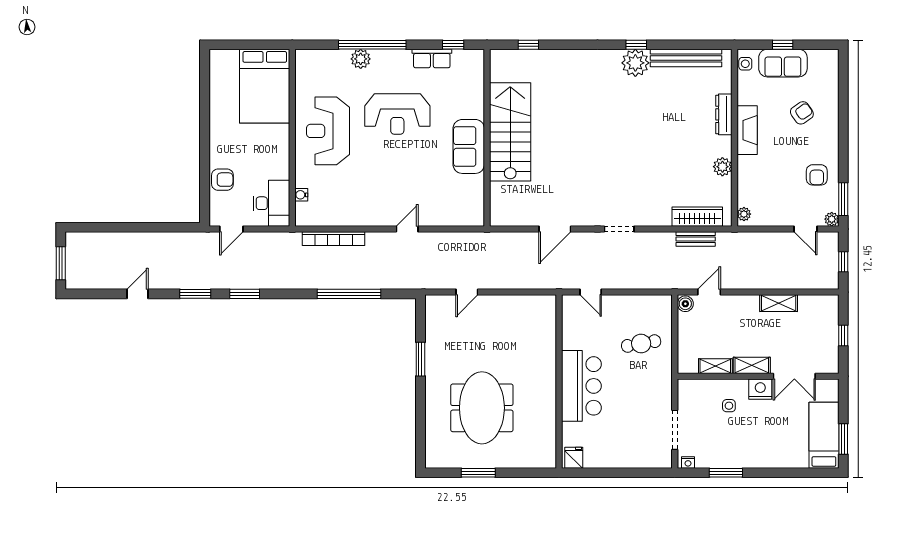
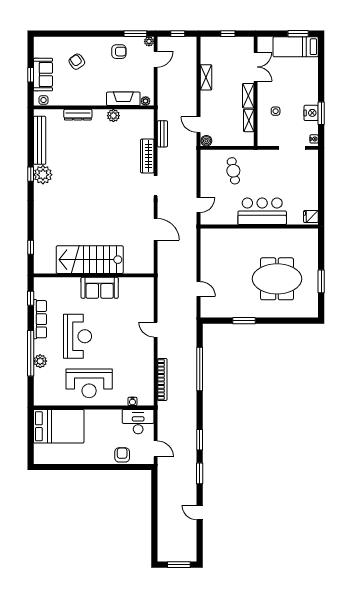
row of seats: (432, 59) -> (40, 319), width x1.48
fireplace: (747, 130) -> (123, 99), moved
wardrobe: (697, 217) -> (147, 156), moved
nightstand: (760, 389) -> (311, 113), moved, turned 180

